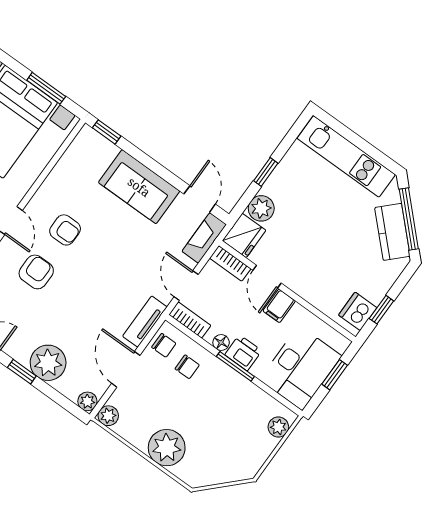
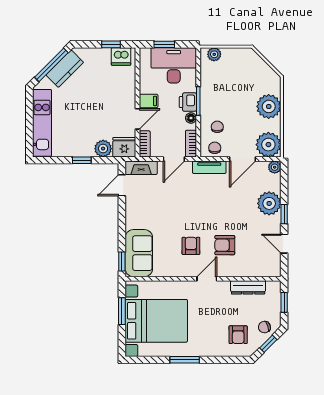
sofa: (139, 187) -> (139, 253), moved
plant: (108, 416) -> (268, 145), width x1.87, depth x1.87

